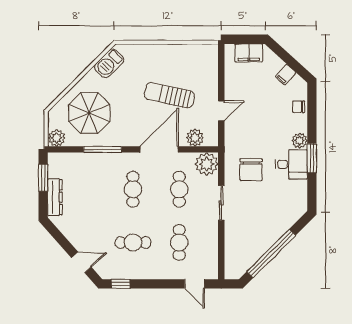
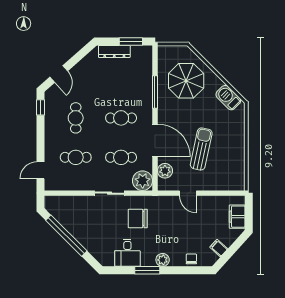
plant: (57, 138) -> (165, 53), removed
desk: (291, 164) -> (127, 253), moved

